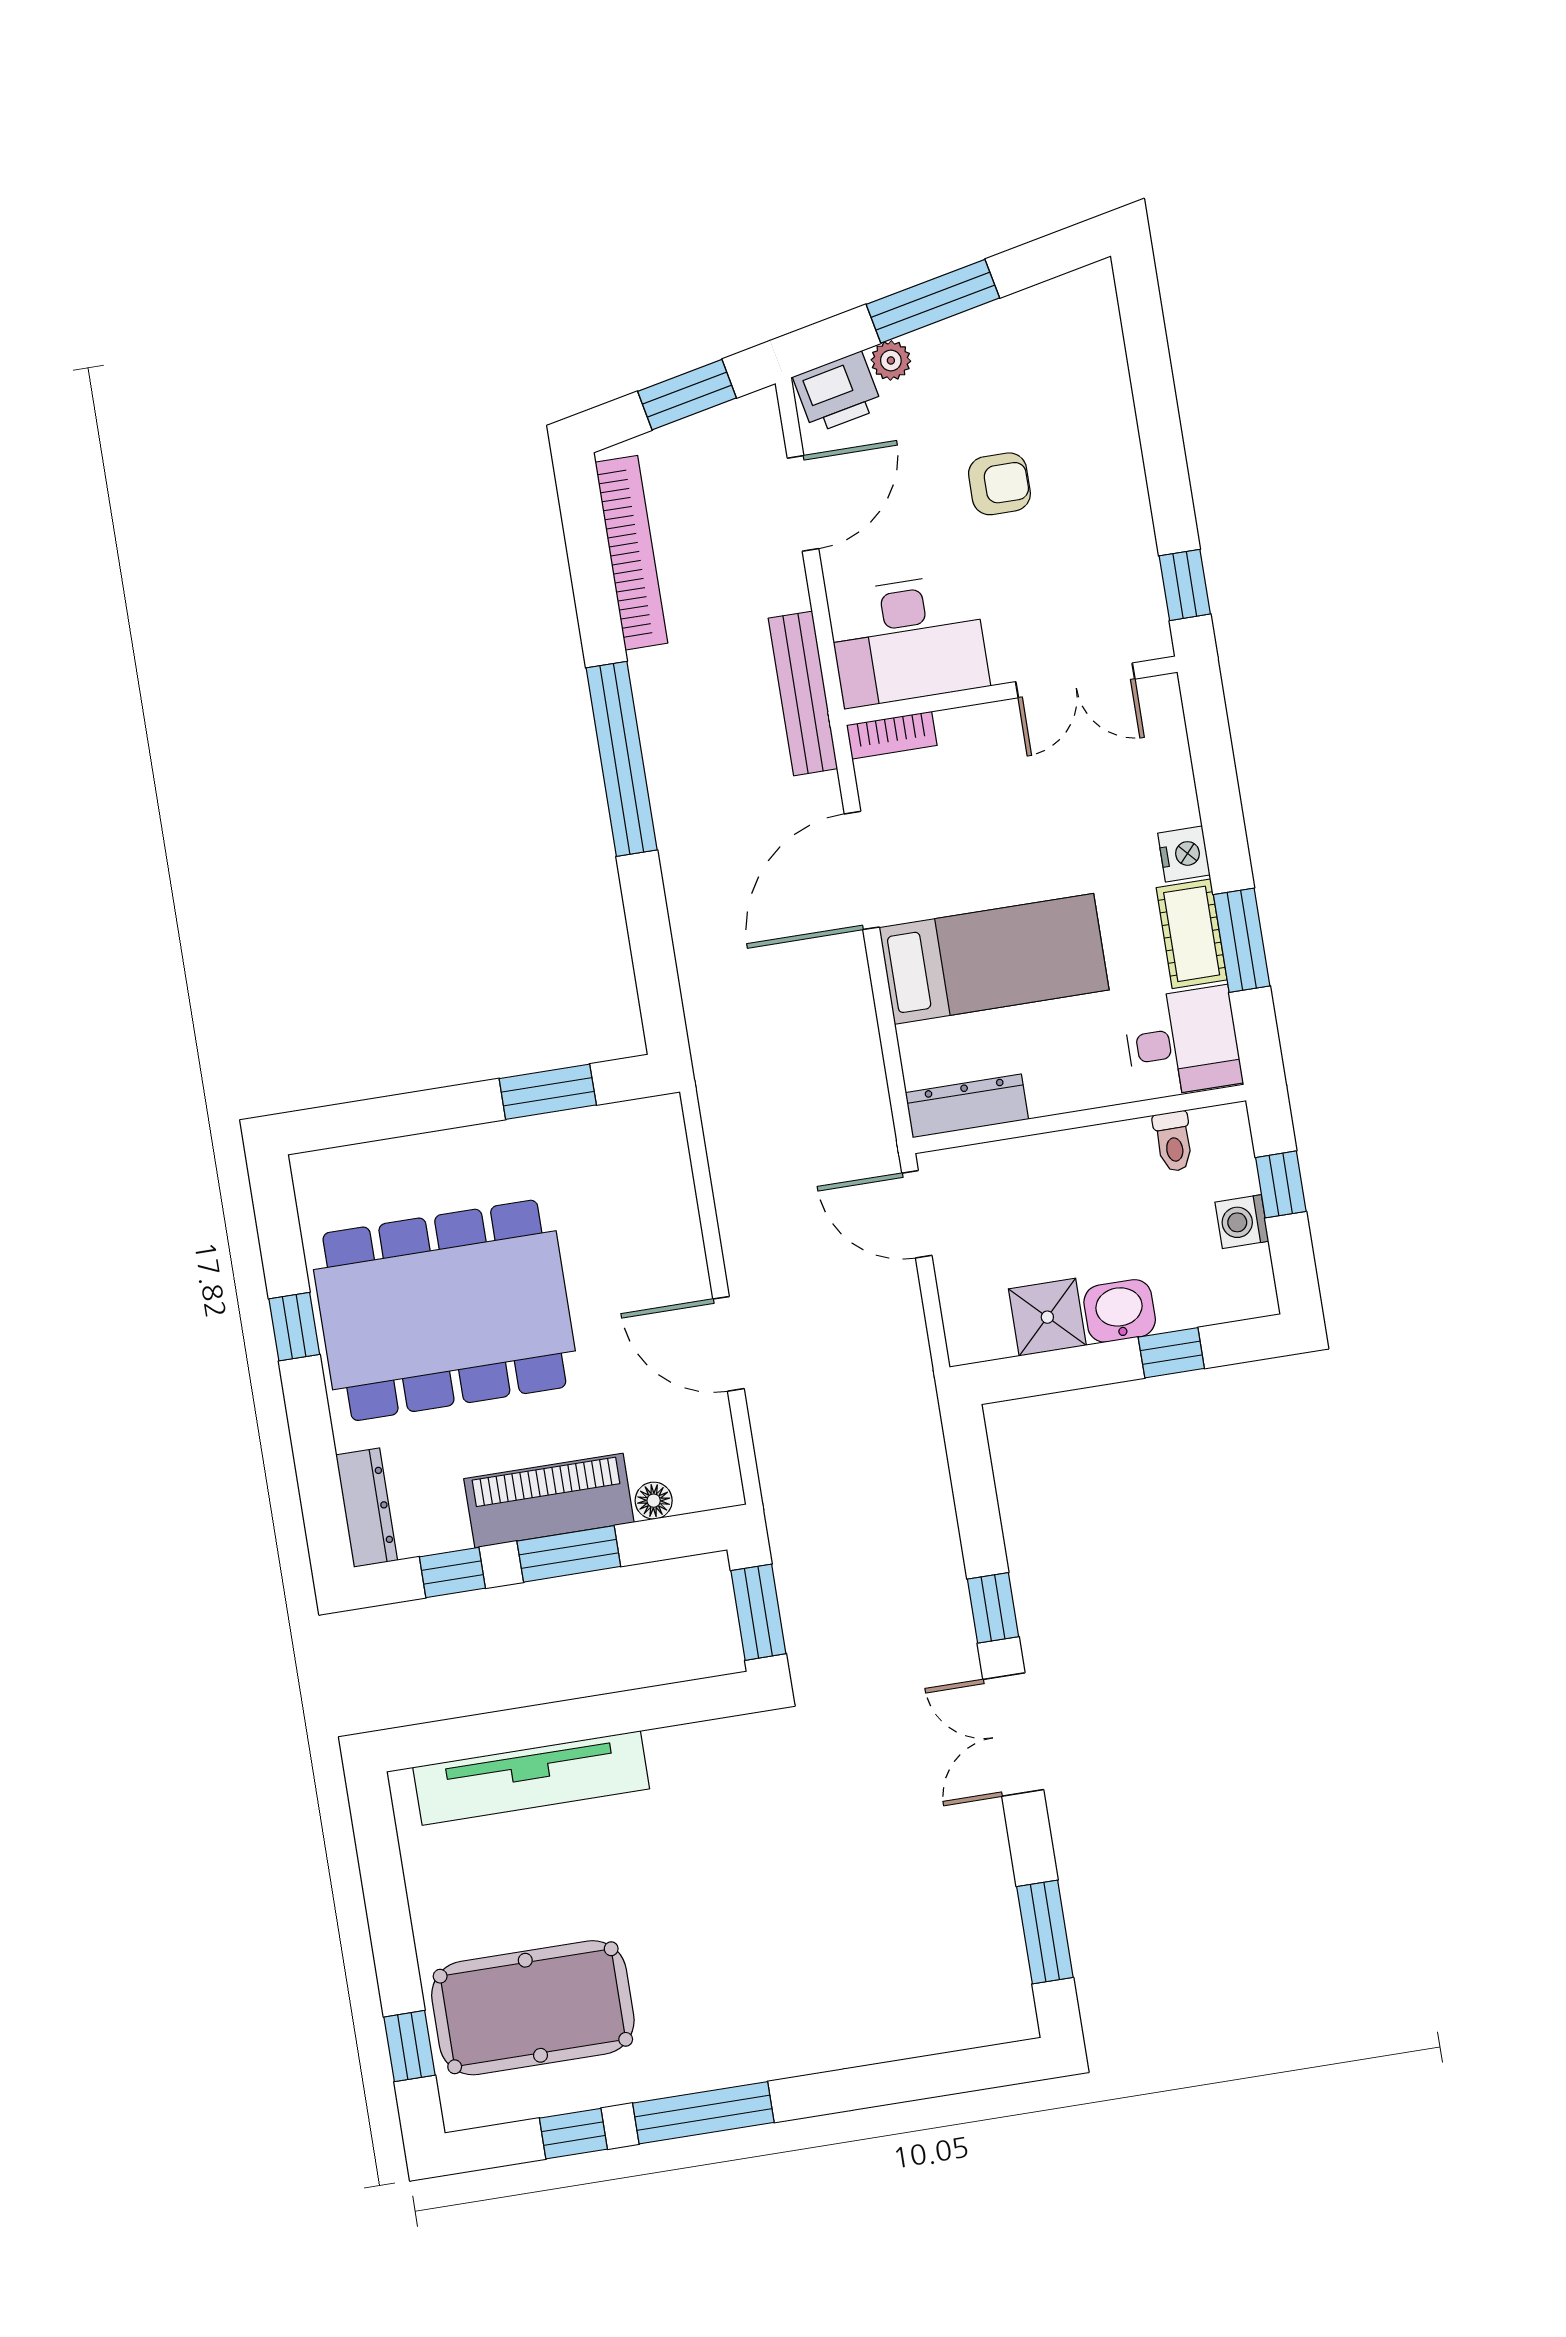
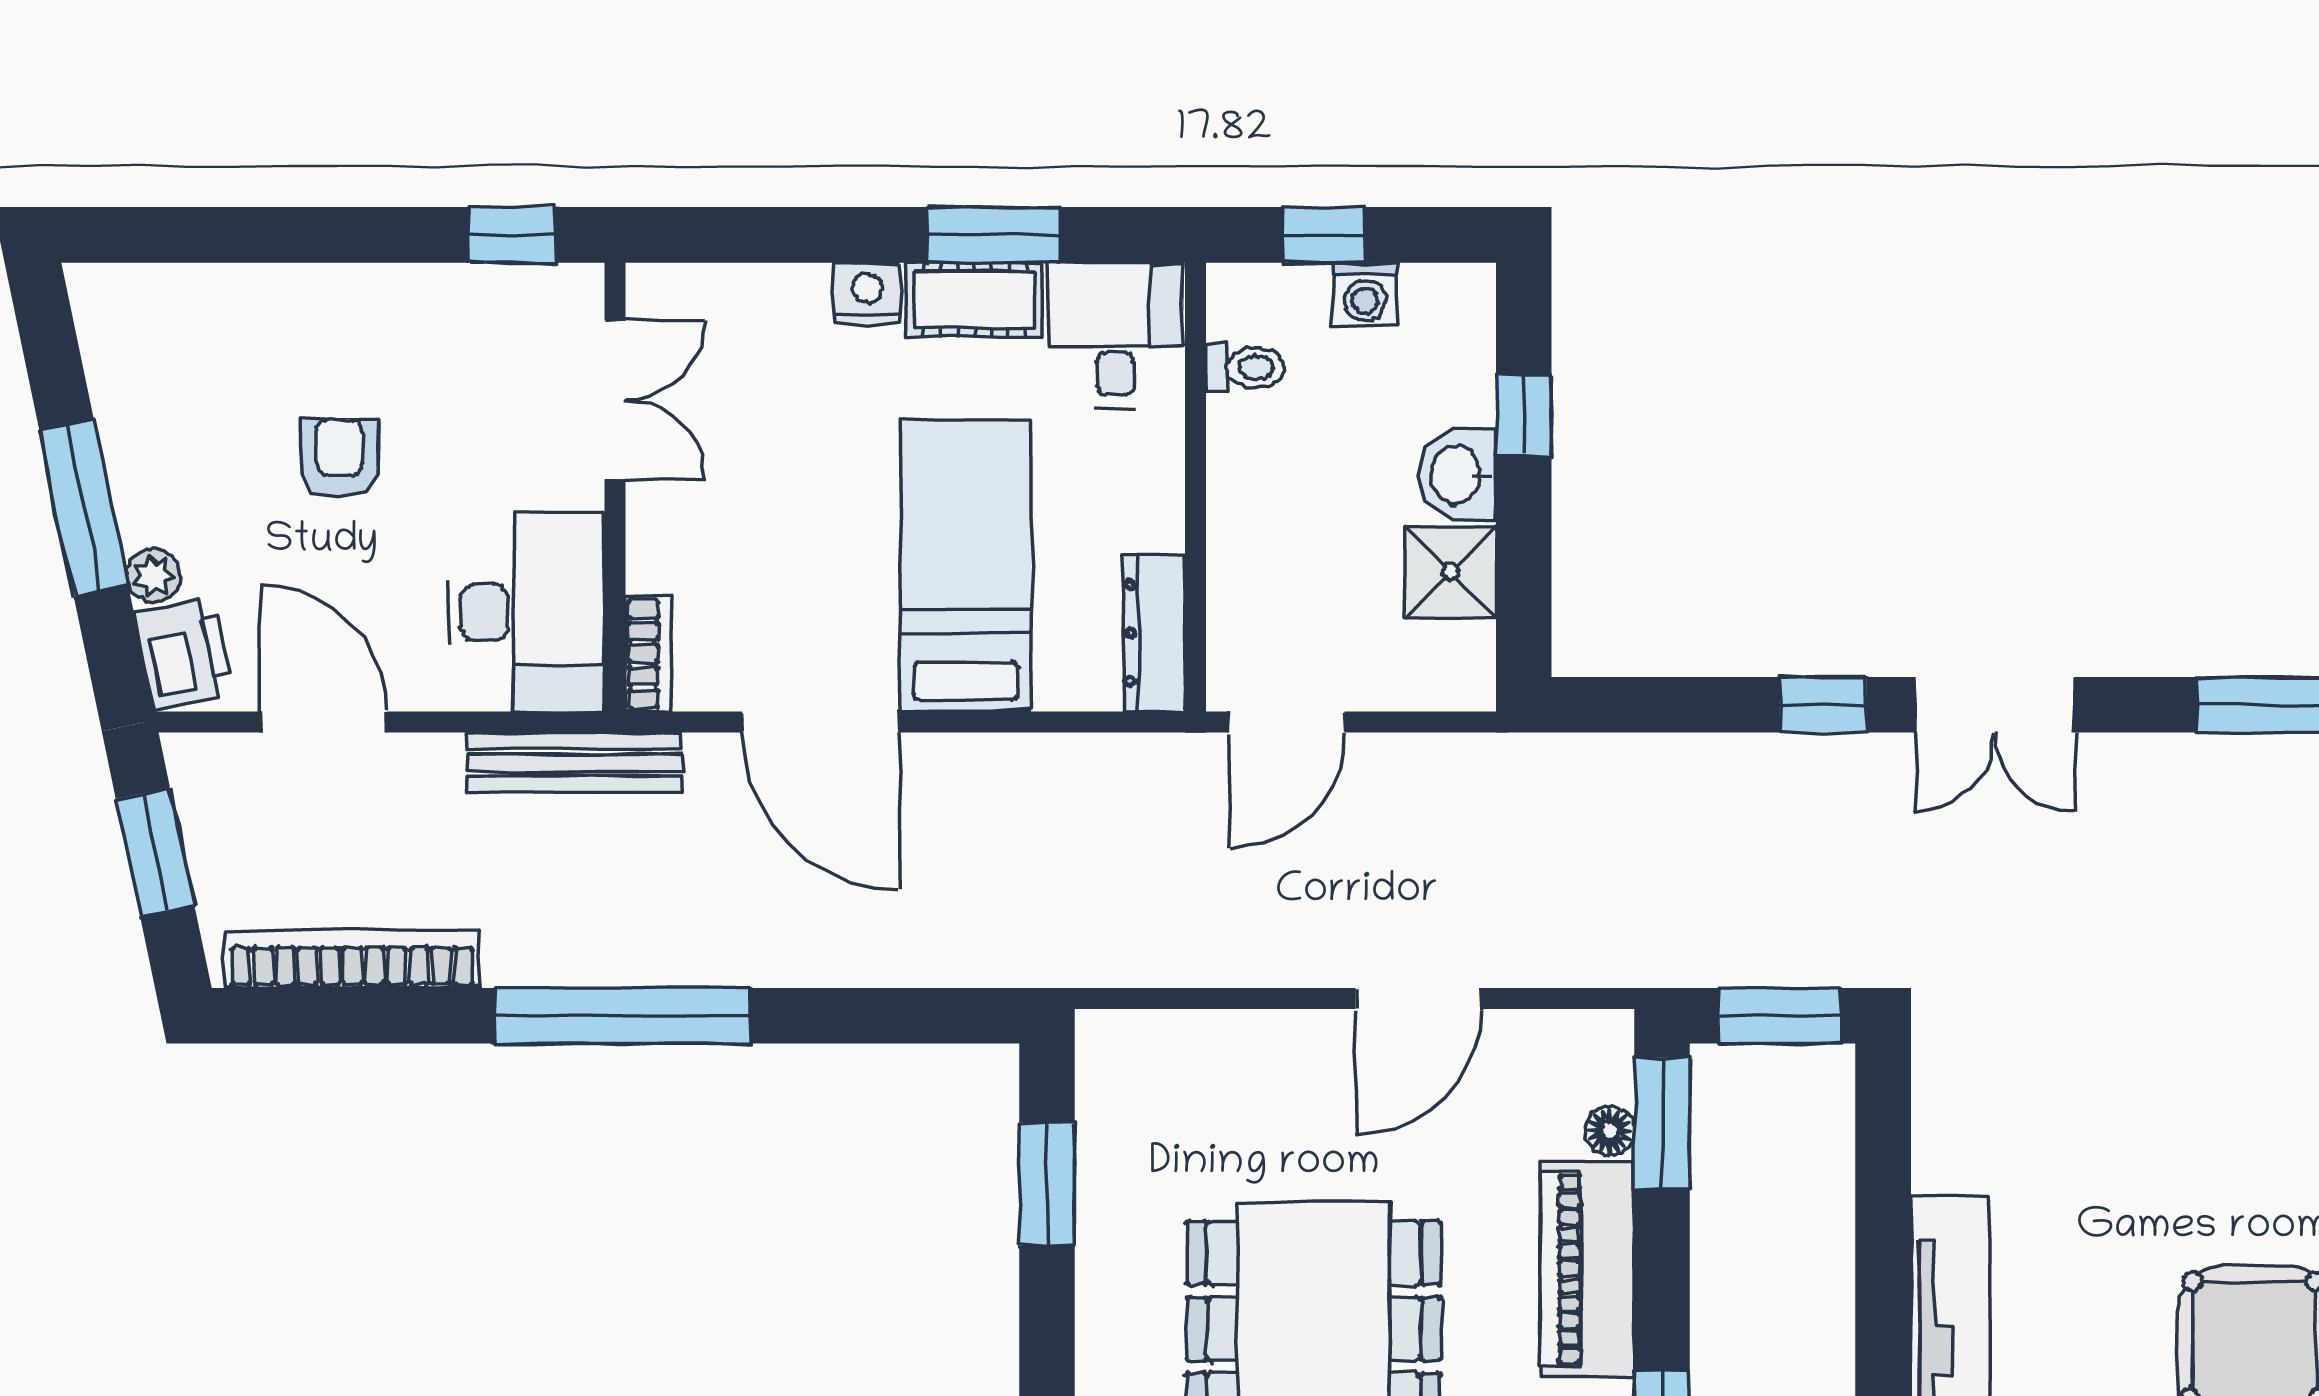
window: (569, 1554) -> (1662, 1124), moved

